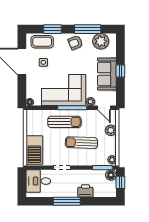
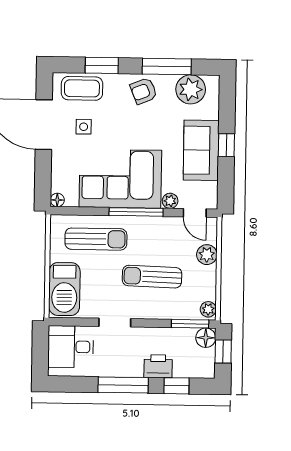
sun lounger: (64, 122) -> (96, 239), moved
window: (96, 201) -> (177, 386), added

